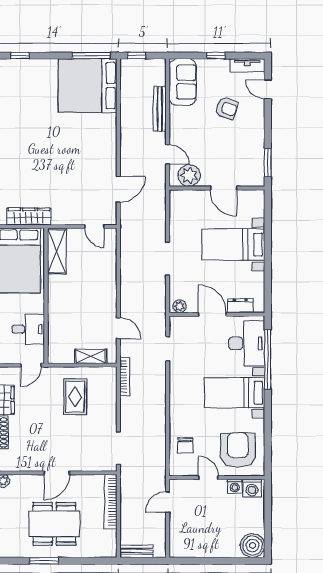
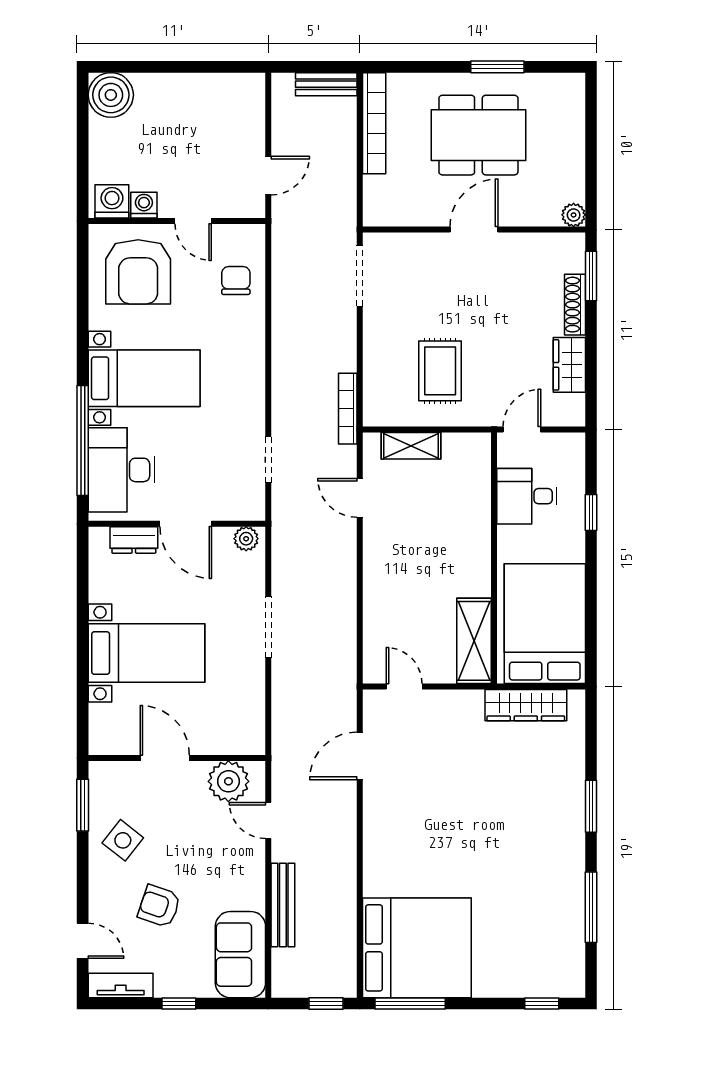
side table: (246, 144) -> (123, 840), added
bookcase: (111, 502) -> (374, 123), moved

